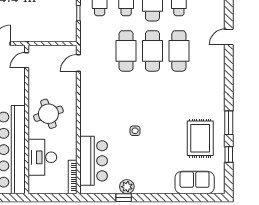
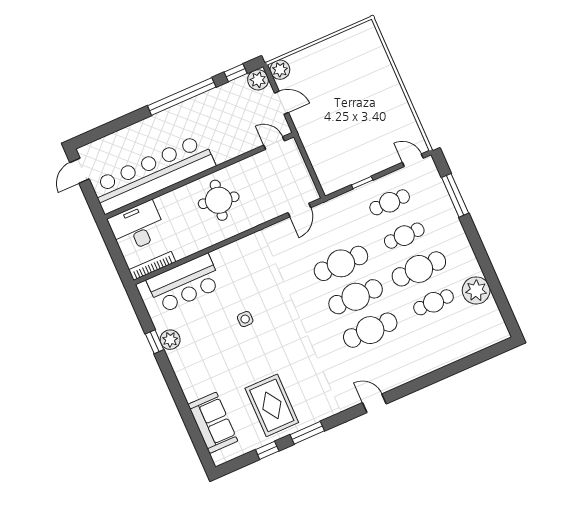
door: (229, 37) -> (374, 403), moved
door: (78, 63) -> (299, 210), swing flipped
round table: (48, 114) -> (219, 200), turned 30
rug: (200, 138) -> (272, 405), turned 90
desk: (42, 157) -> (137, 227), moved

